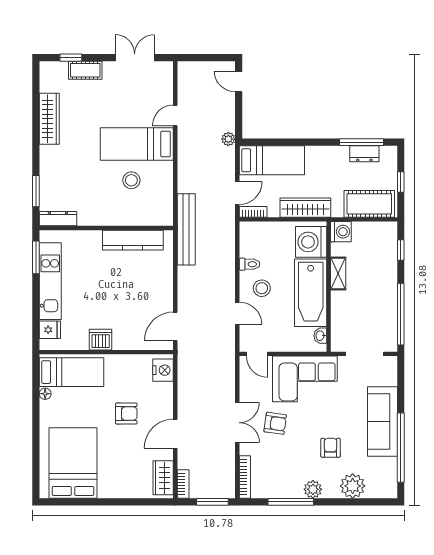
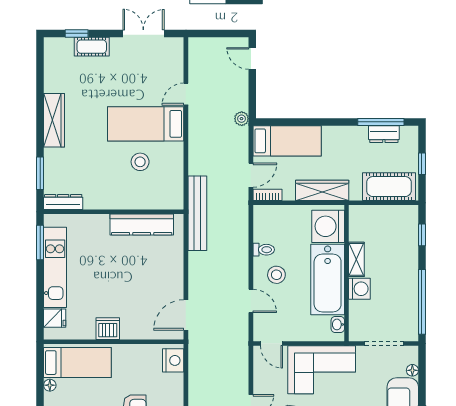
wardrobe: (49, 119) -> (54, 120), moved
washing machine: (341, 232) -> (359, 289), moved
floor lamp: (392, 379) -> (412, 370), added

